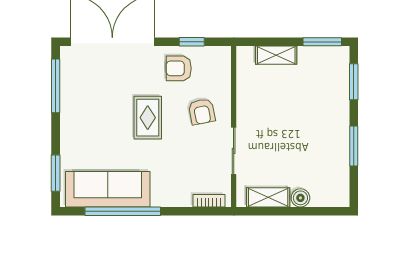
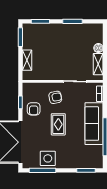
side table: (80, 97) -> (48, 158), added
rug: (148, 118) -> (58, 124), turned 90
sofa: (108, 189) -> (94, 124), moved

